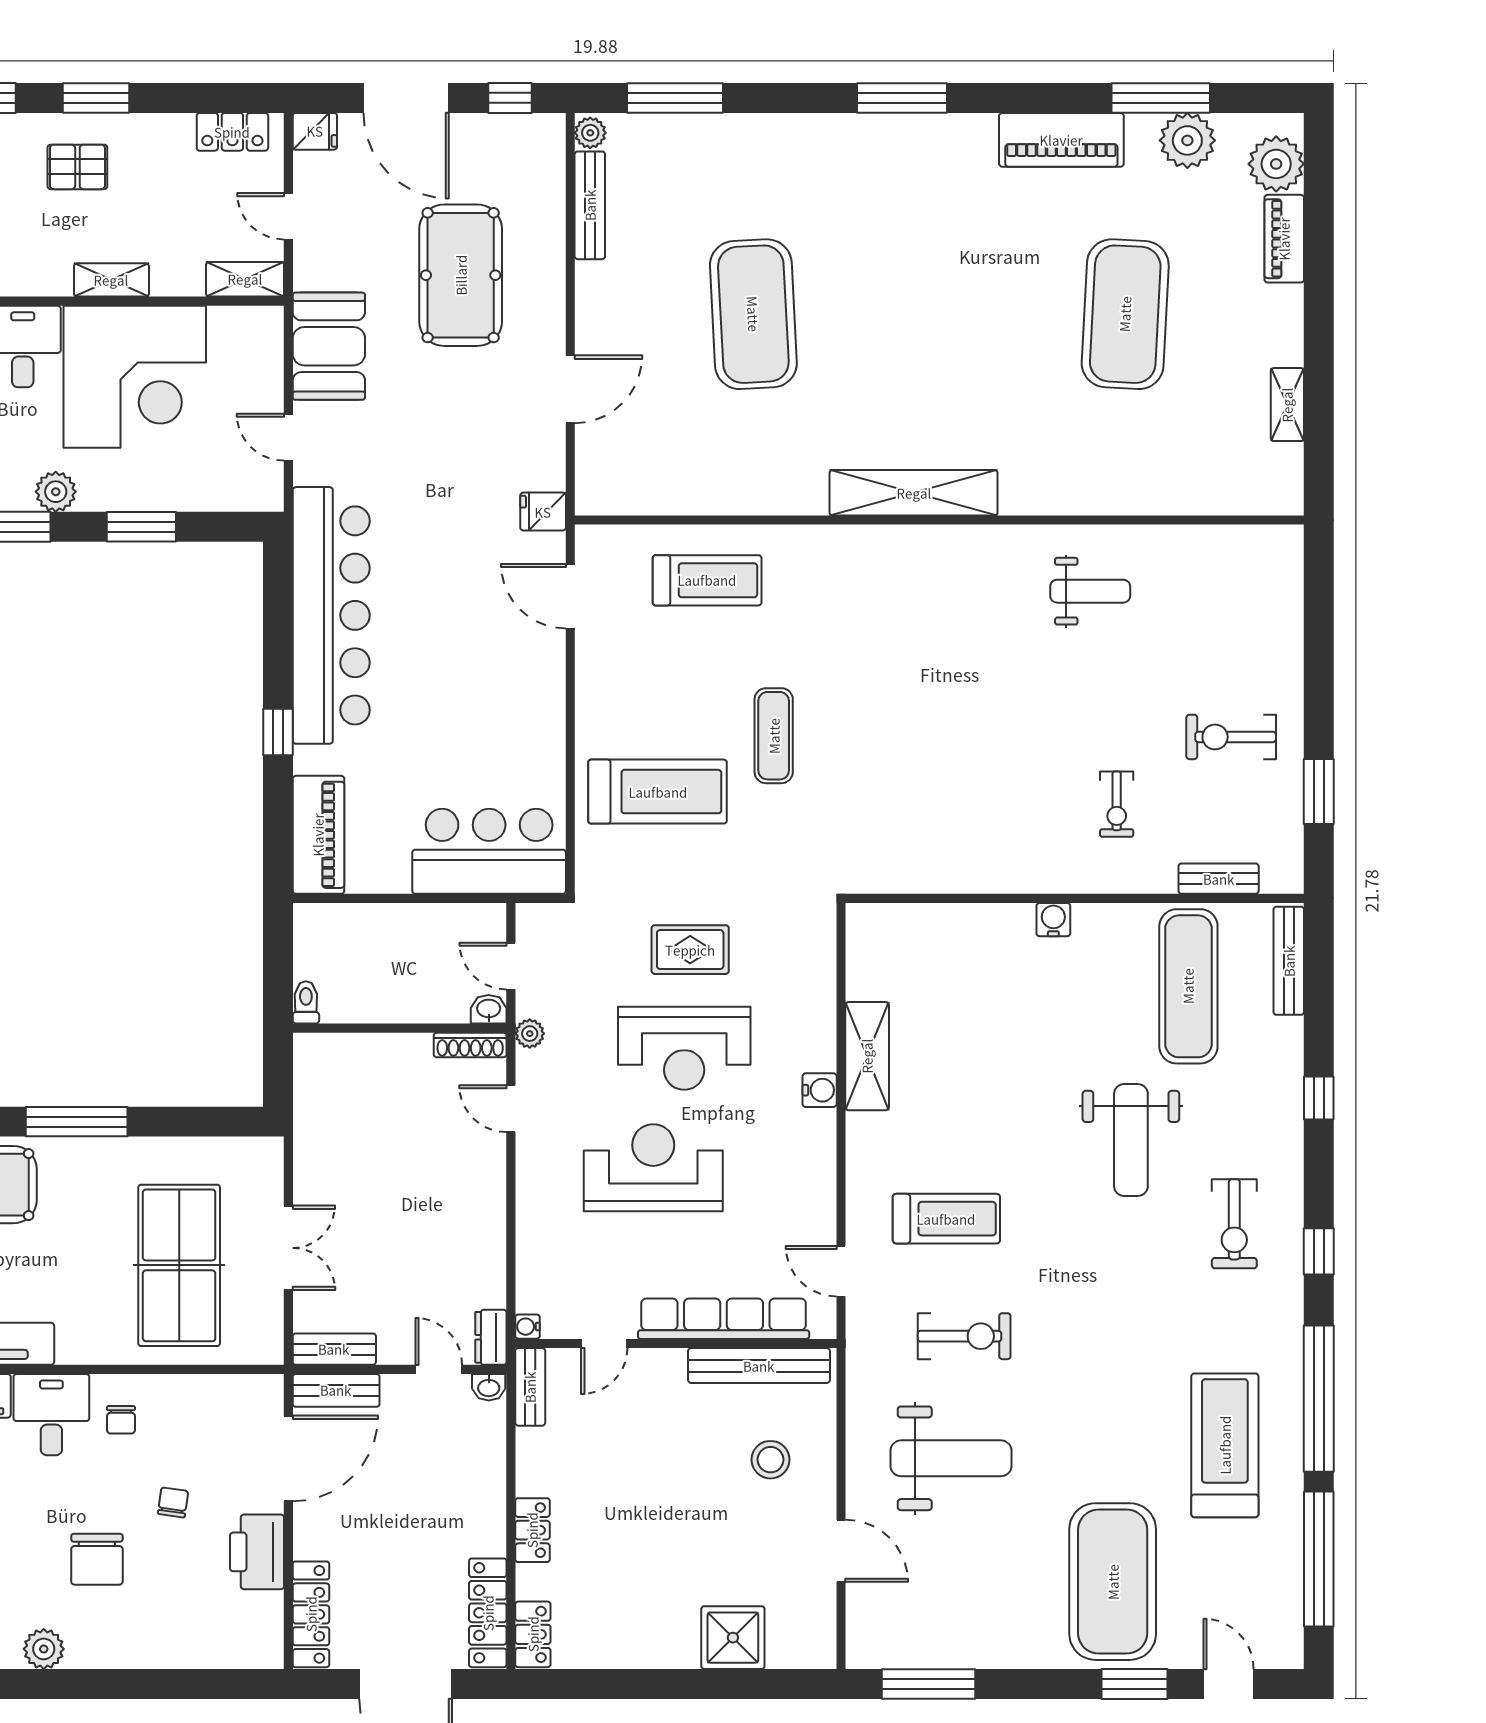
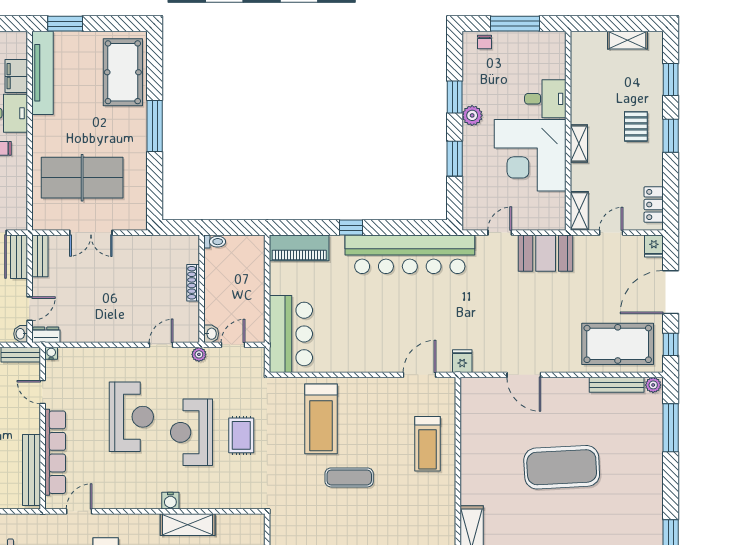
pool table: (461, 275) -> (618, 344), moved
shoe rack: (470, 1045) -> (193, 283), moved

